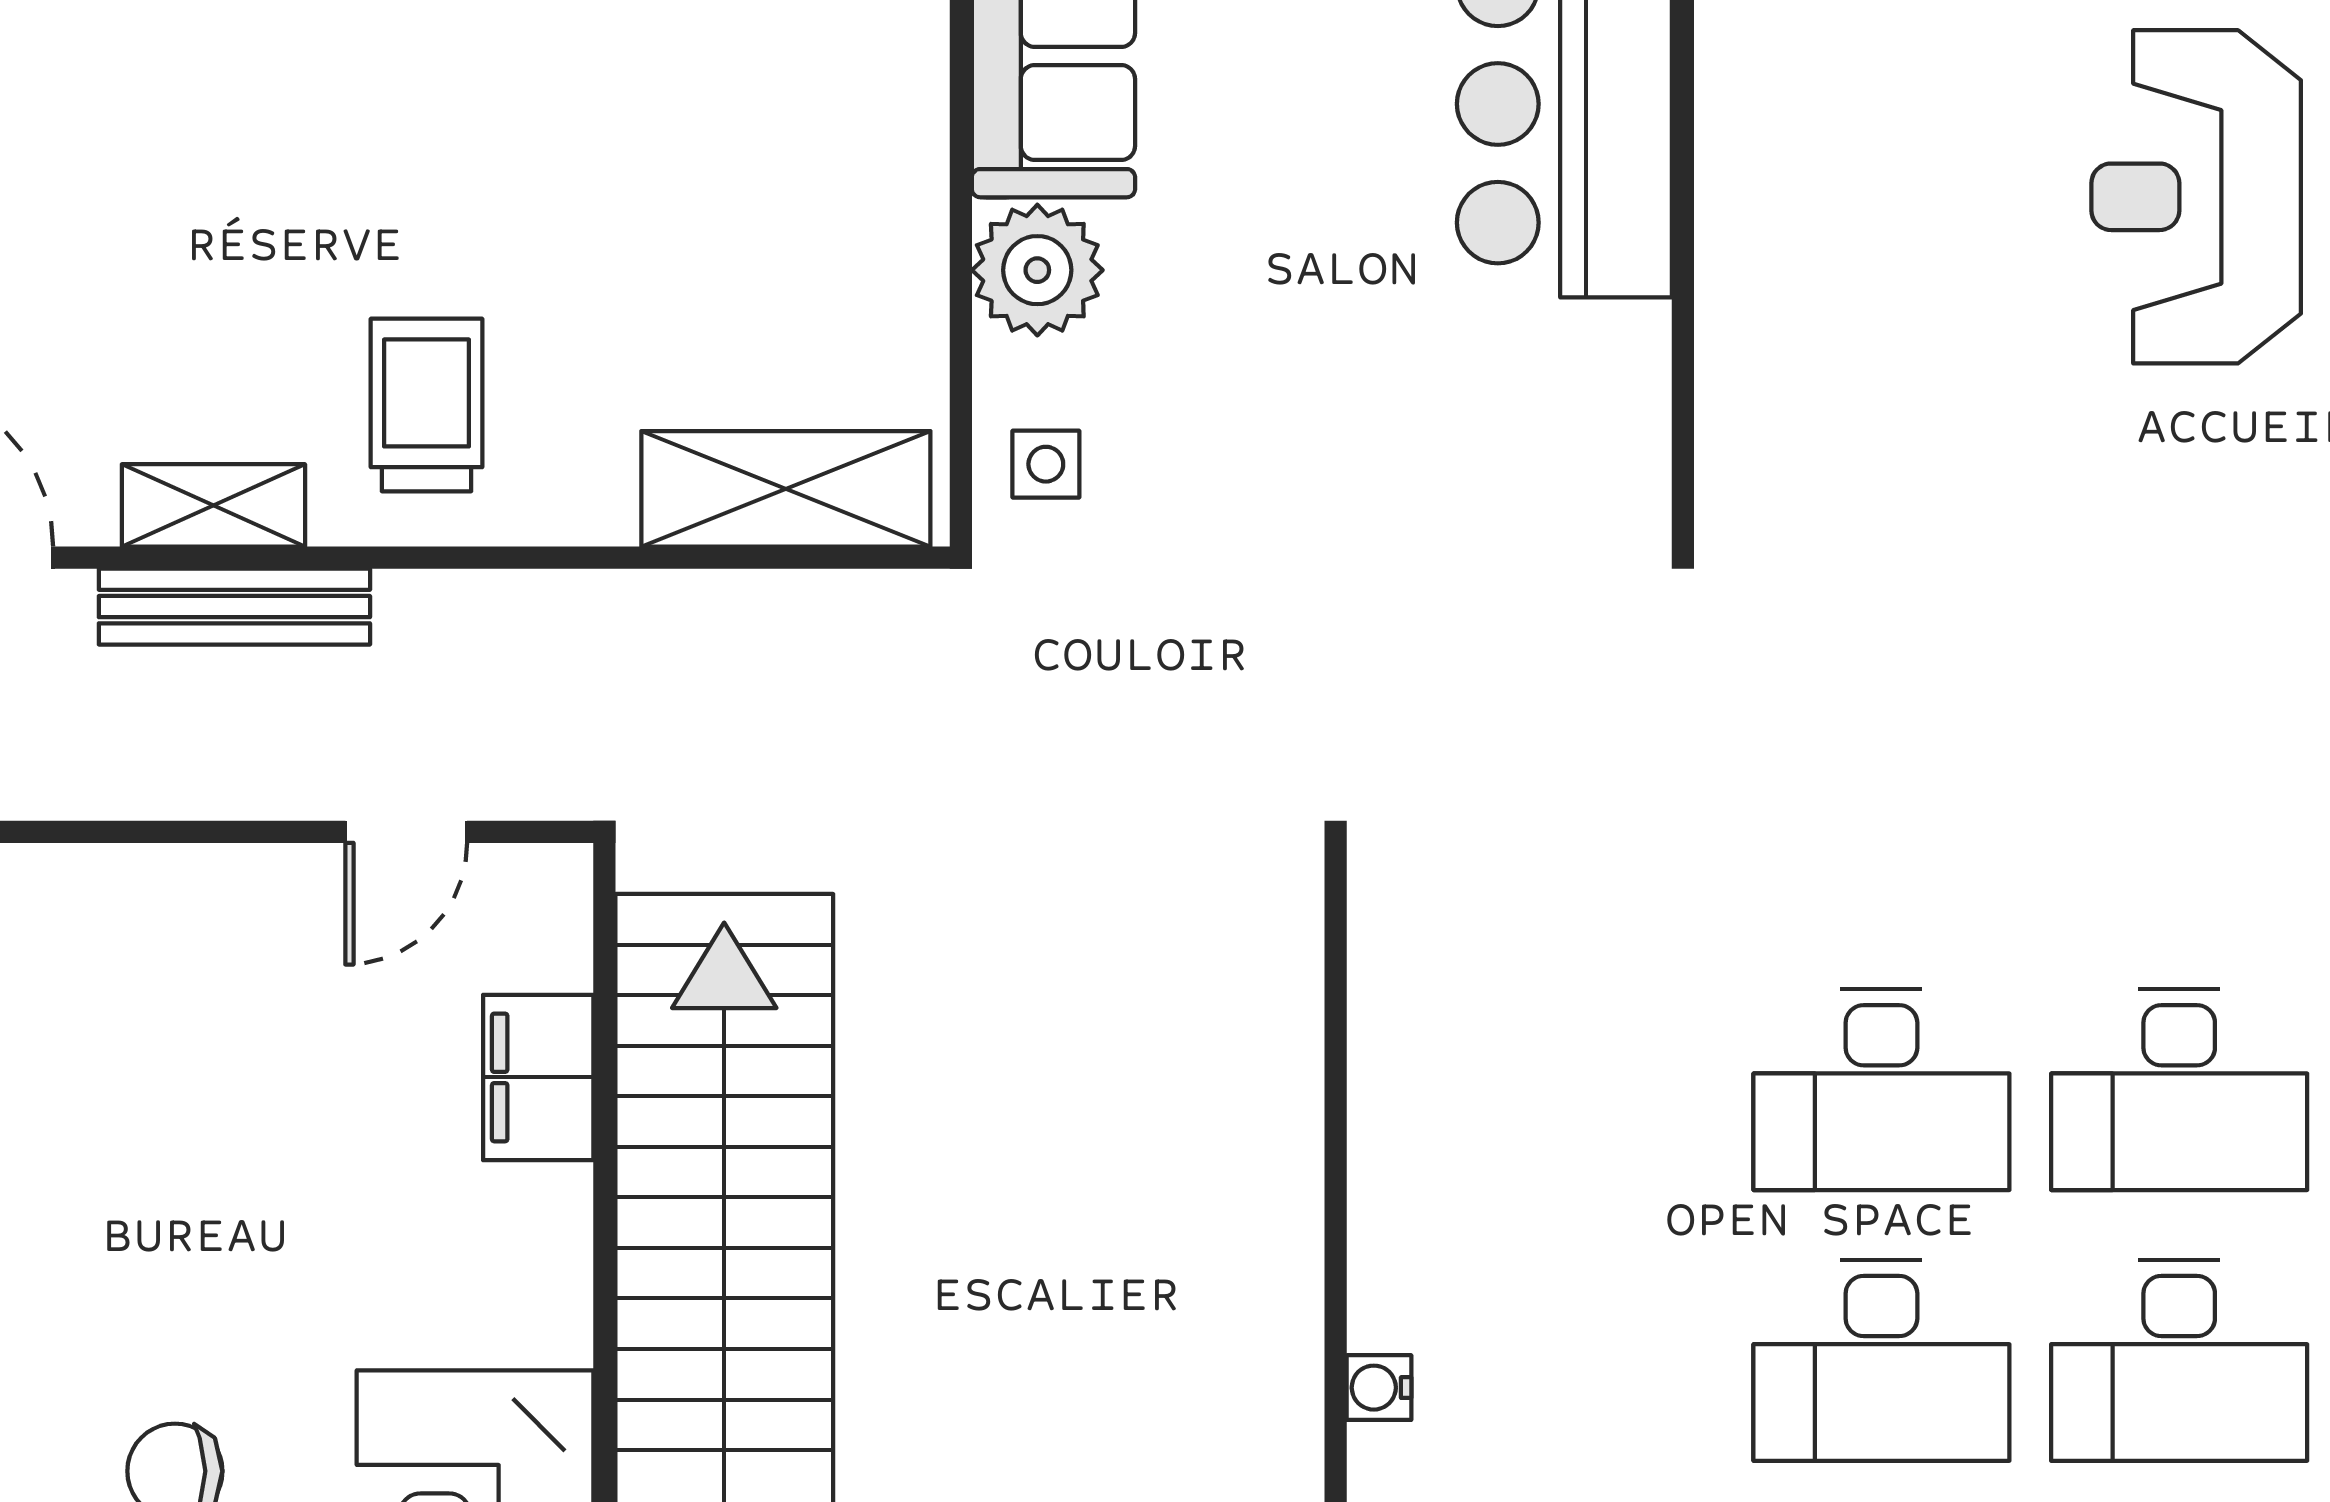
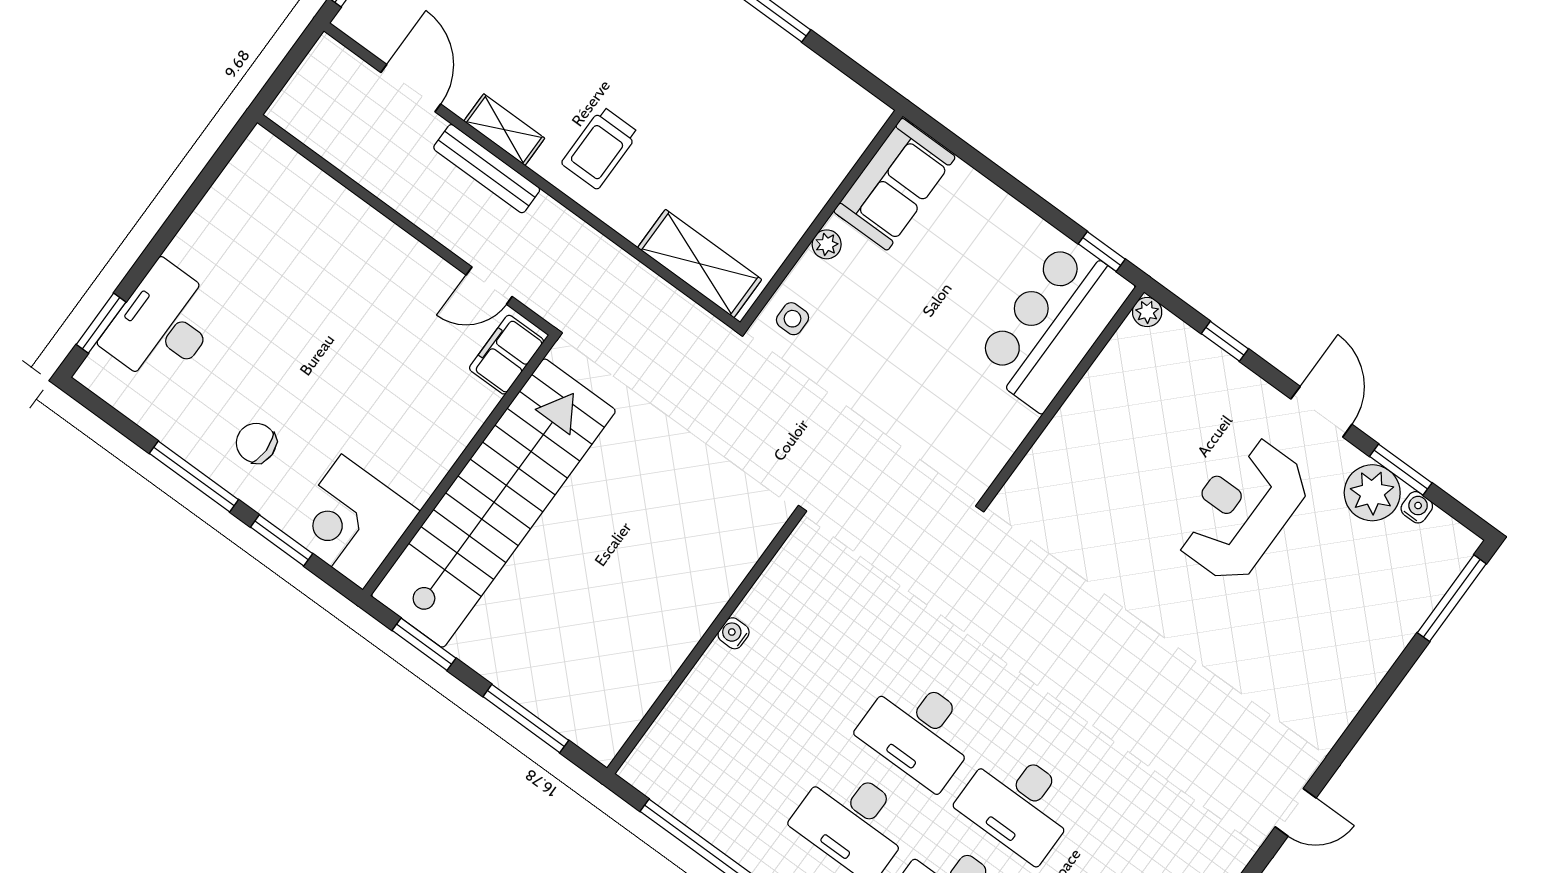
plant: (1037, 270) -> (827, 244), width x0.53, depth x0.53
trolley: (427, 405) -> (600, 148), turned 180
filing cabinet: (538, 1077) -> (506, 355), moved
water cooler: (1379, 1388) -> (734, 633), moved

